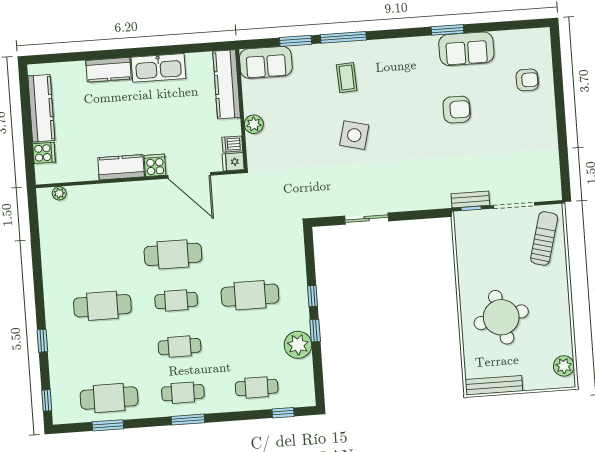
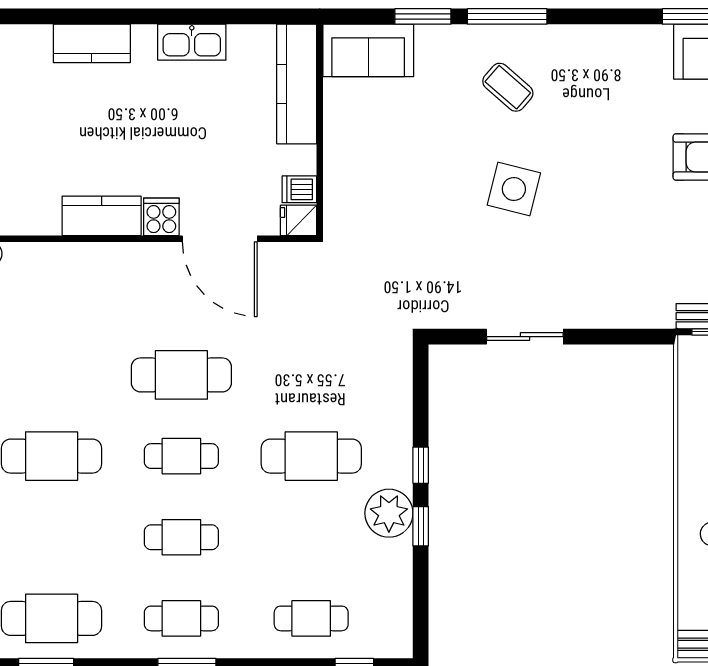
kitchen sink: (158, 68) -> (192, 42), width x0.73, depth x0.81
coffee table: (347, 78) -> (508, 87), turned -46
plant: (254, 124) -> (339, 157), removed
plant: (298, 345) -> (389, 513), moved

